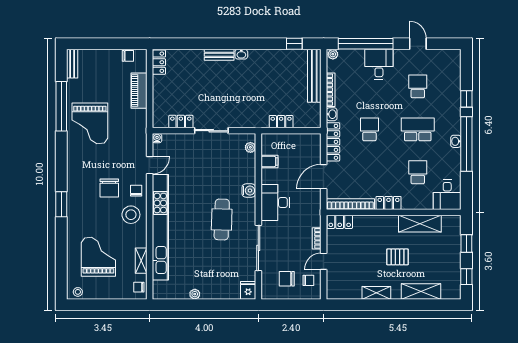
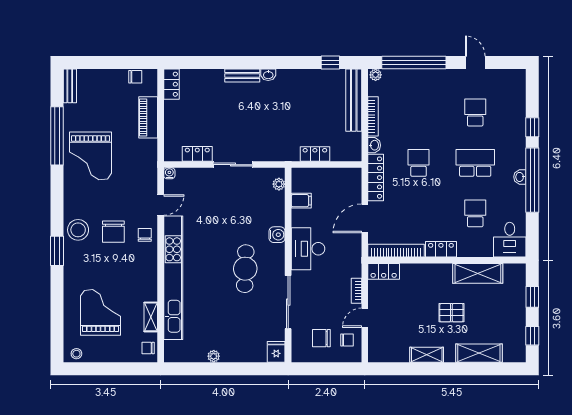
desk: (379, 64) -> (430, 86), removed
stool: (131, 215) -> (78, 230), moved

